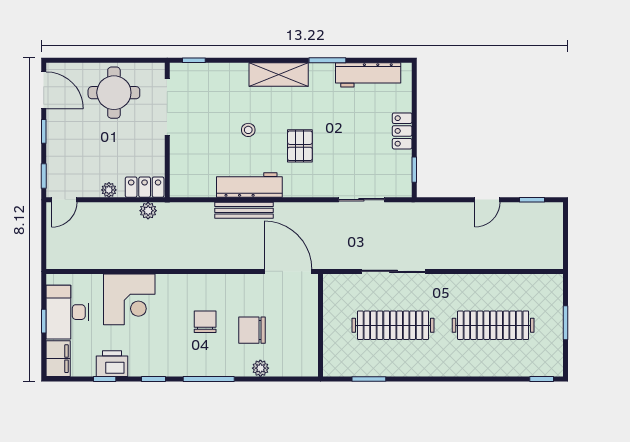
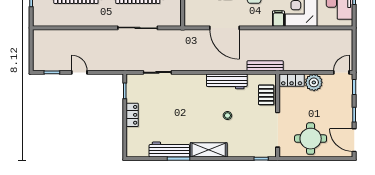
workbench: (368, 75) -> (169, 150), moved
pallet: (300, 146) -> (266, 95), moved
plant: (109, 190) -> (314, 82), width x1.88, depth x1.88
door: (487, 200) -> (79, 72), hinge flipped
bench: (244, 210) -> (265, 66), moved
plant: (148, 211) -> (289, 66), removed
door: (288, 271) -> (225, 28), moved
filing cabinet: (166, 287) -> (278, 19), added

